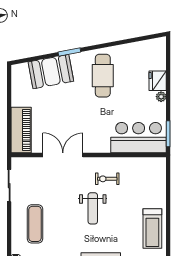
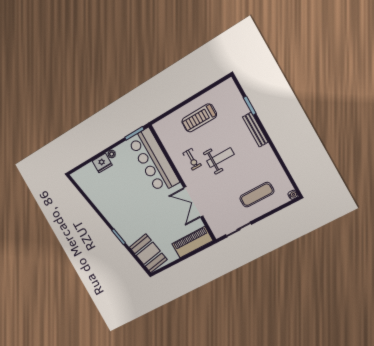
booth: (51, 72) -> (148, 253), moved
cafe table: (103, 76) -> (121, 204), removed
bar counter: (139, 138) -> (153, 161), width x1.36
treadmill: (152, 228) -> (199, 118), moved, turned 180

